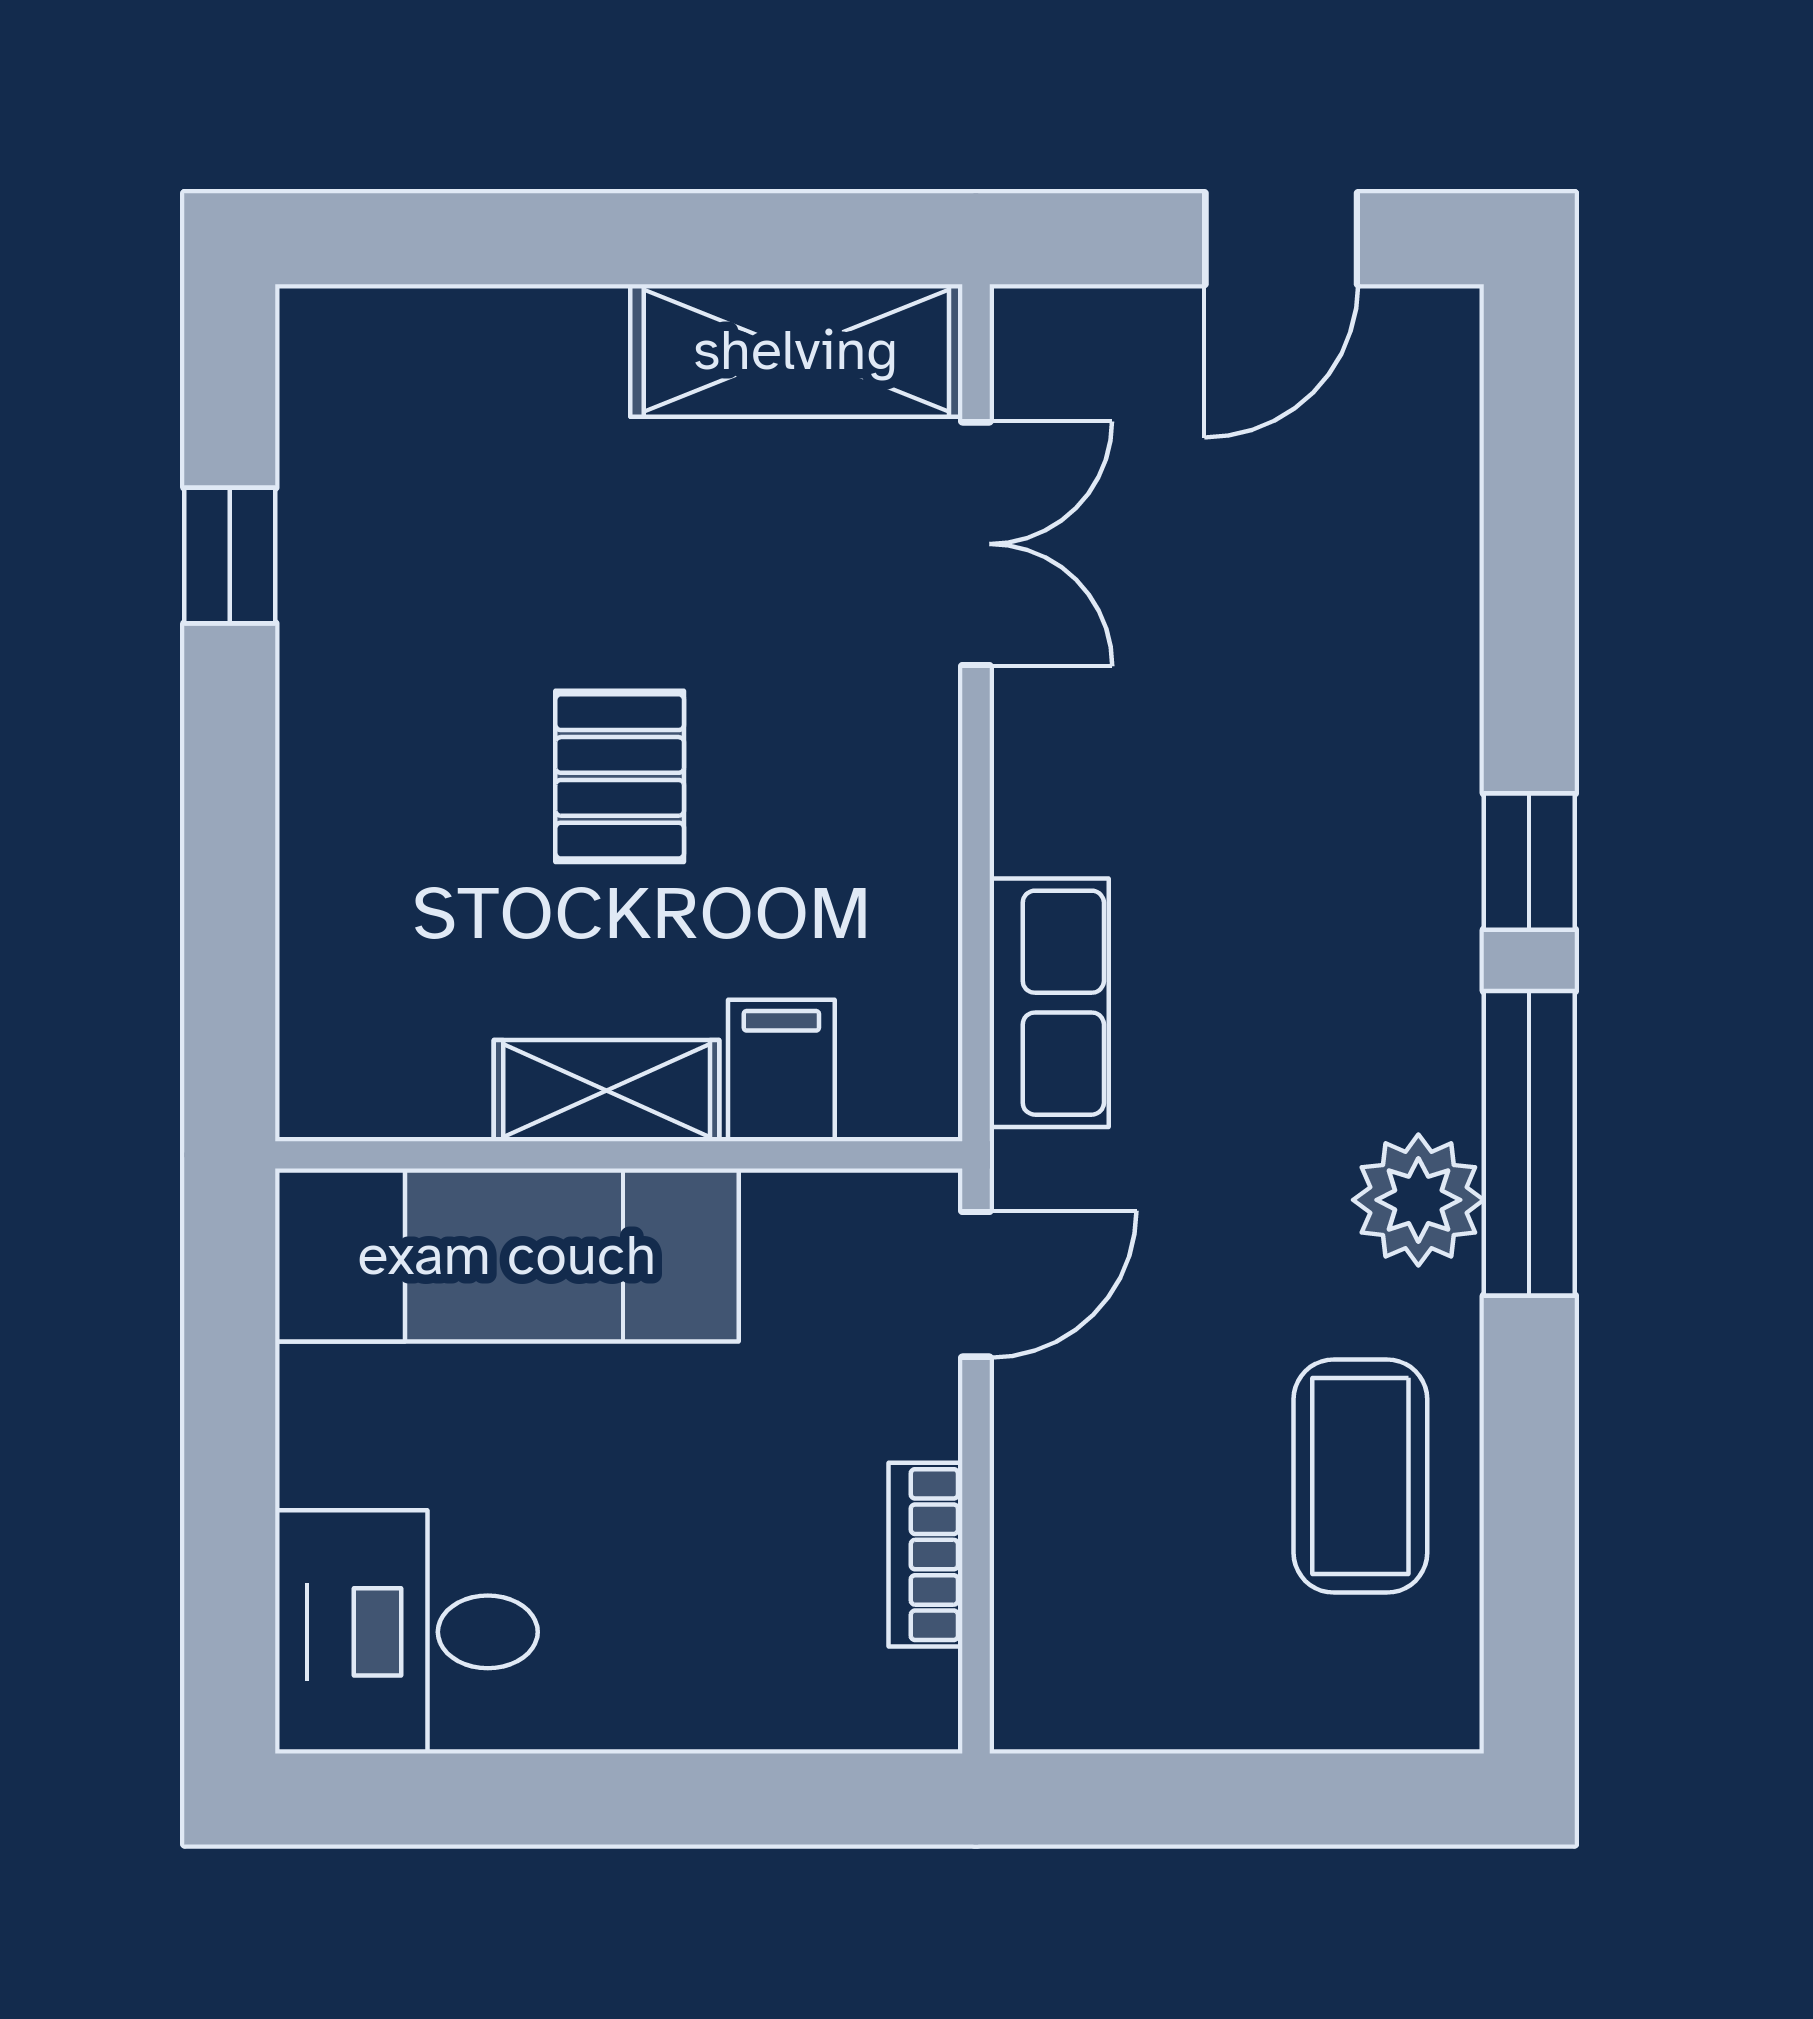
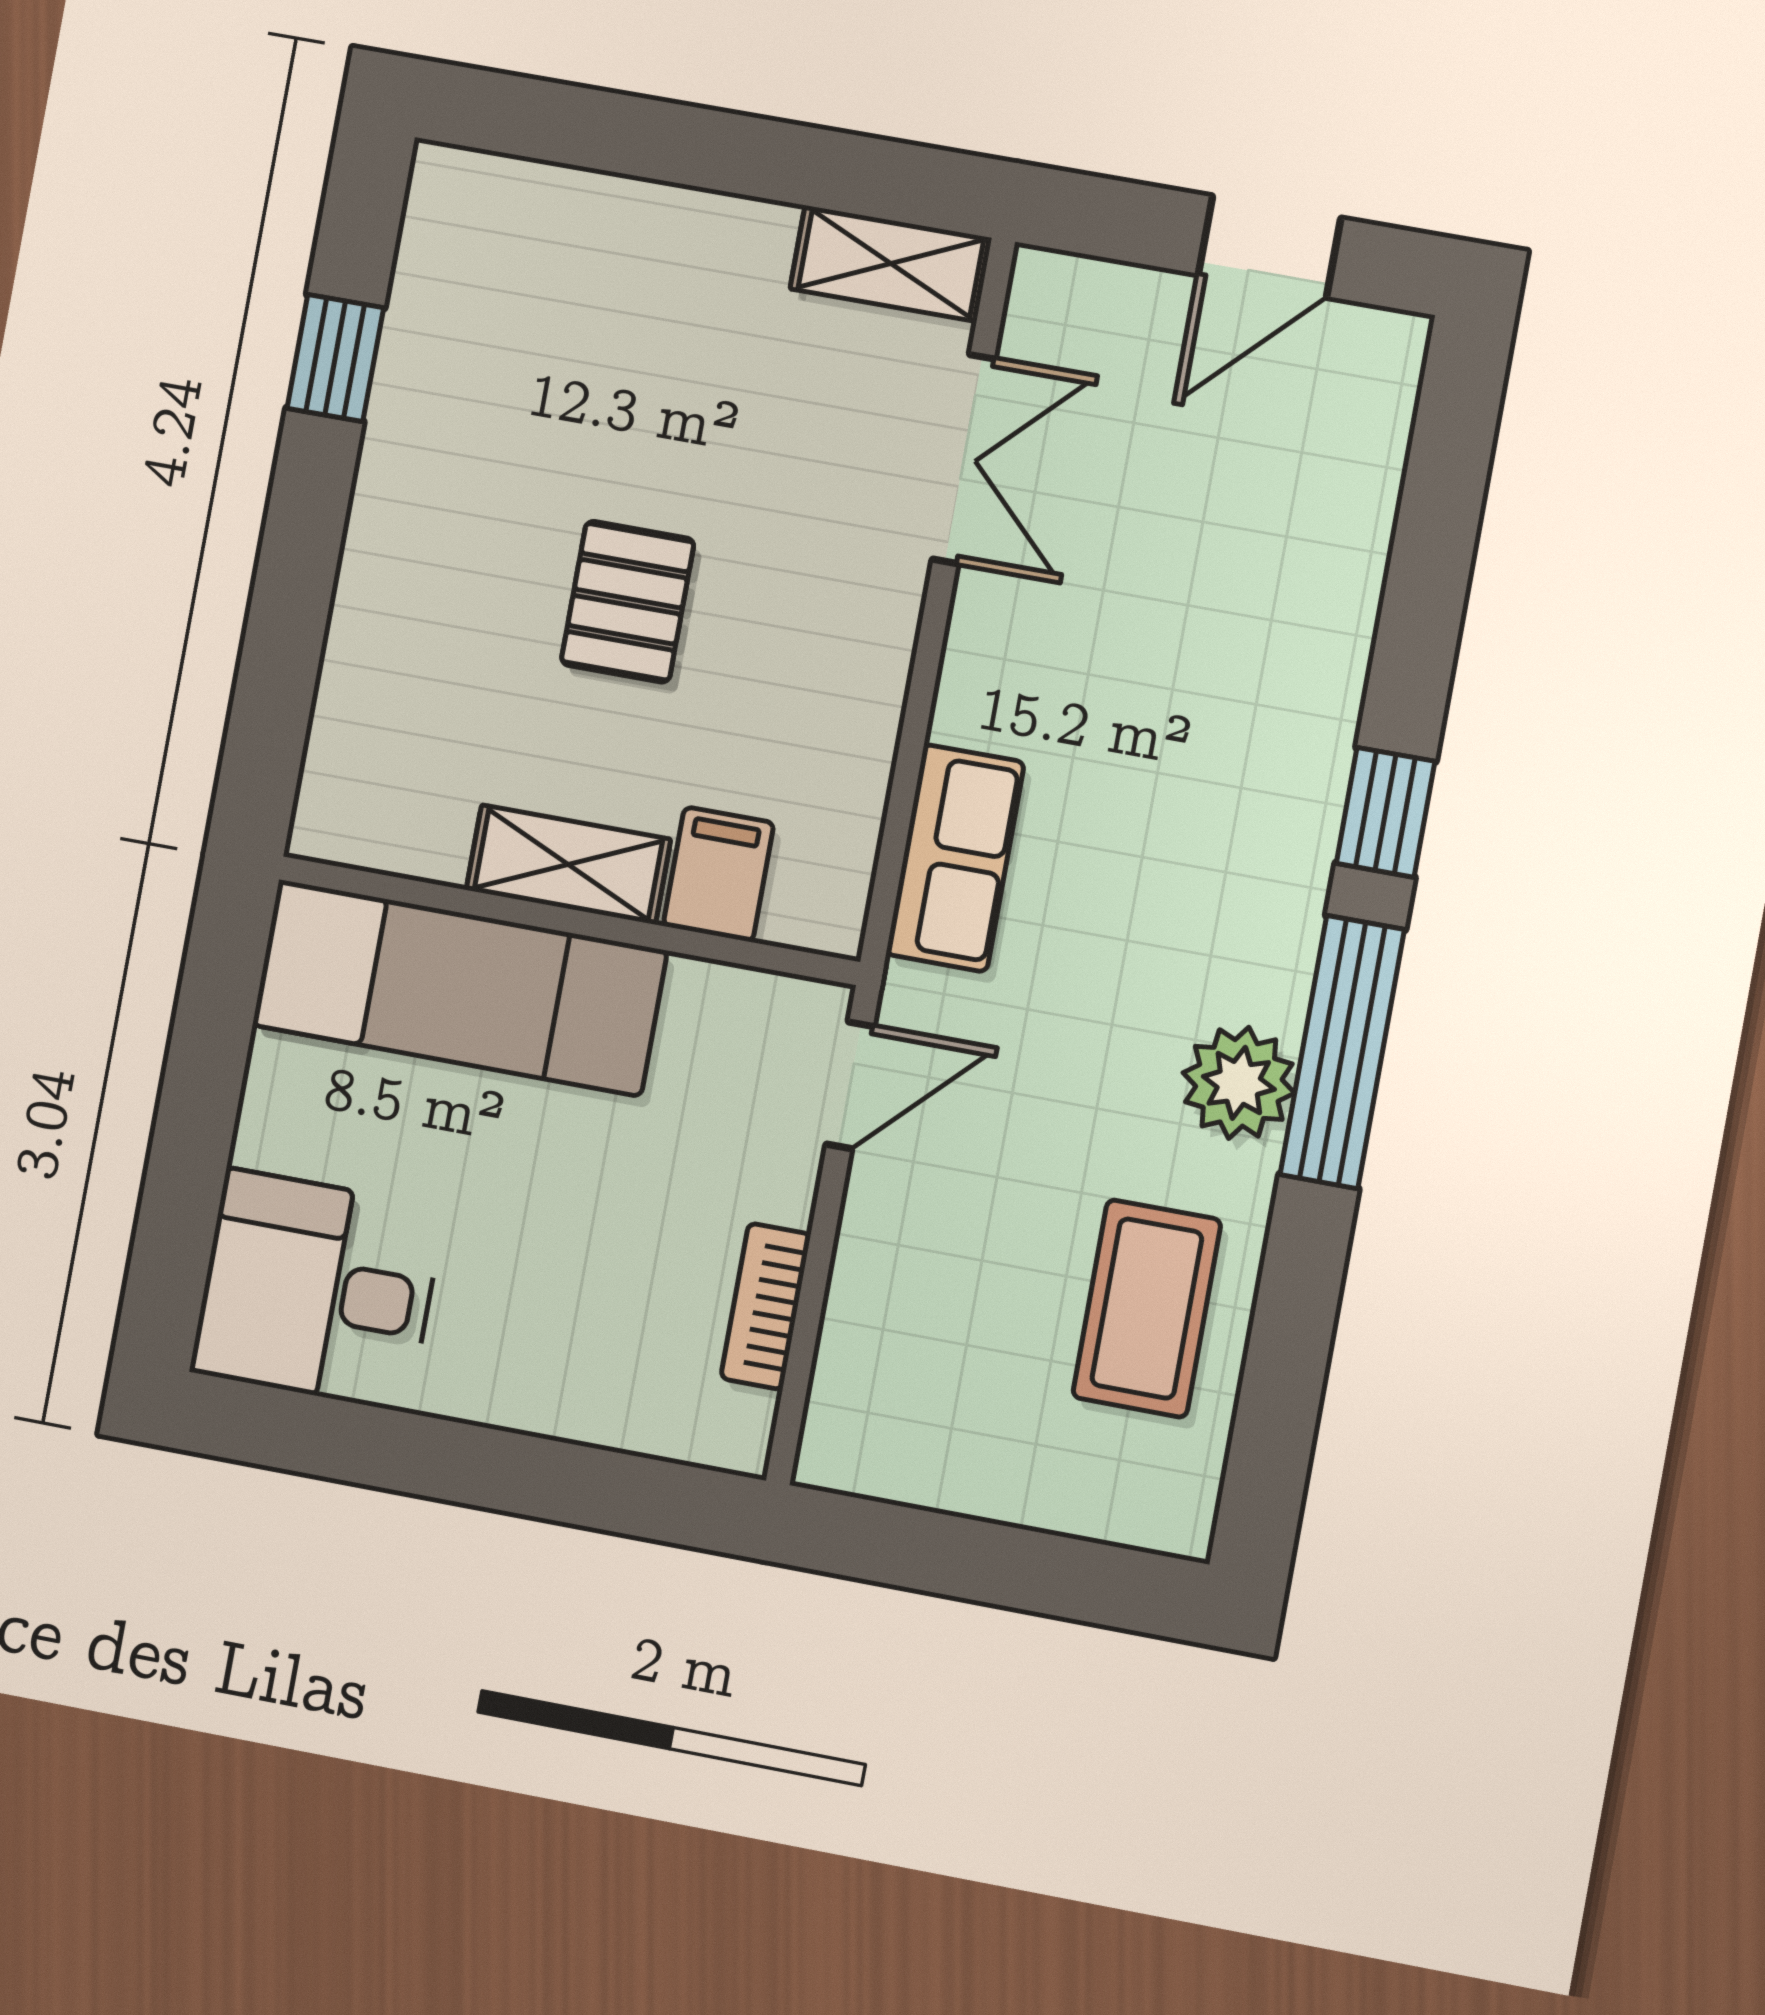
shelving: (796, 350) -> (891, 263), width x0.67, depth x0.75

